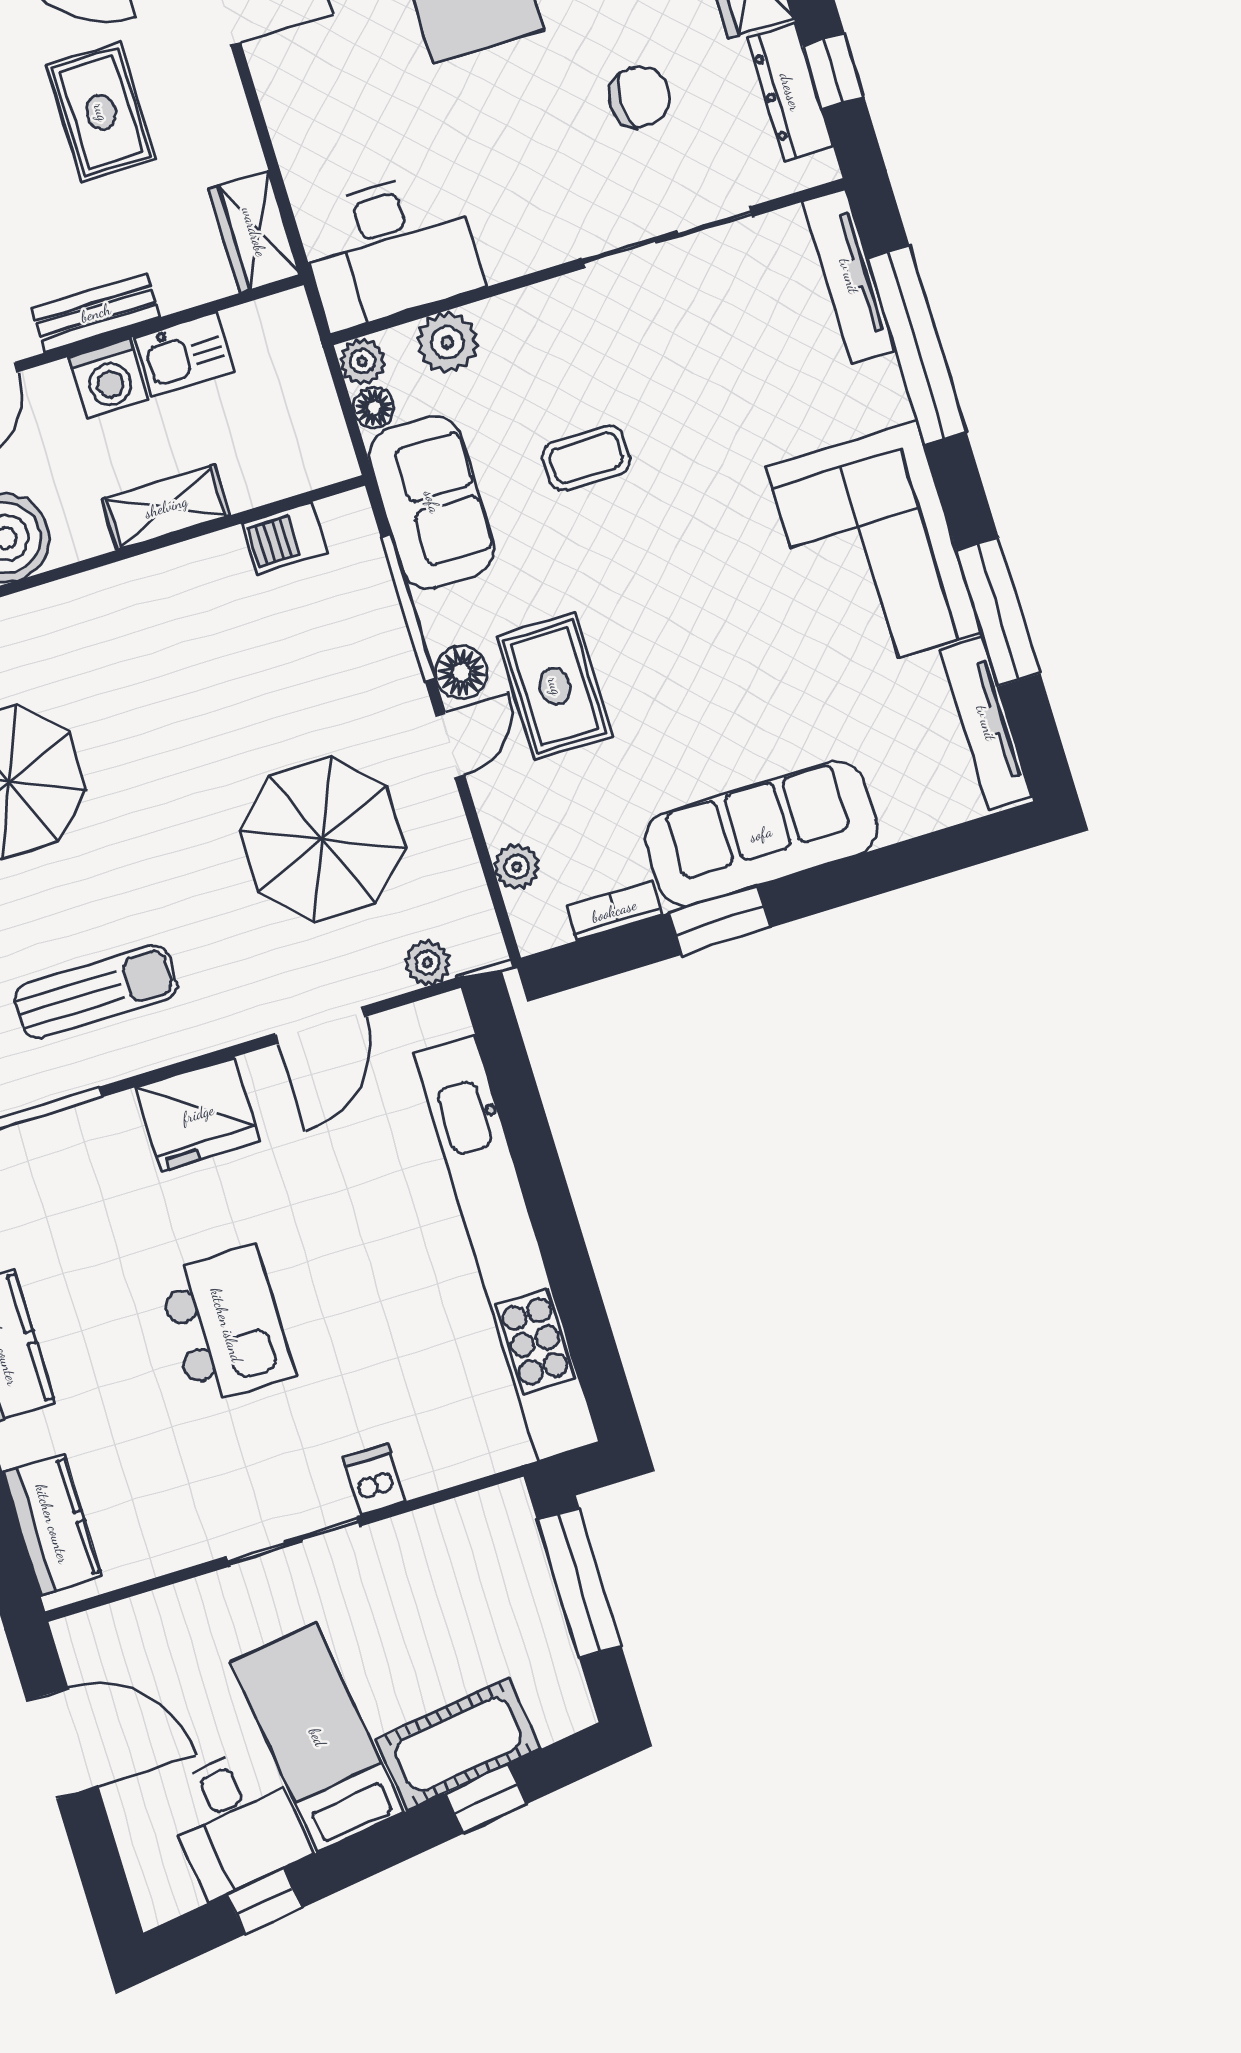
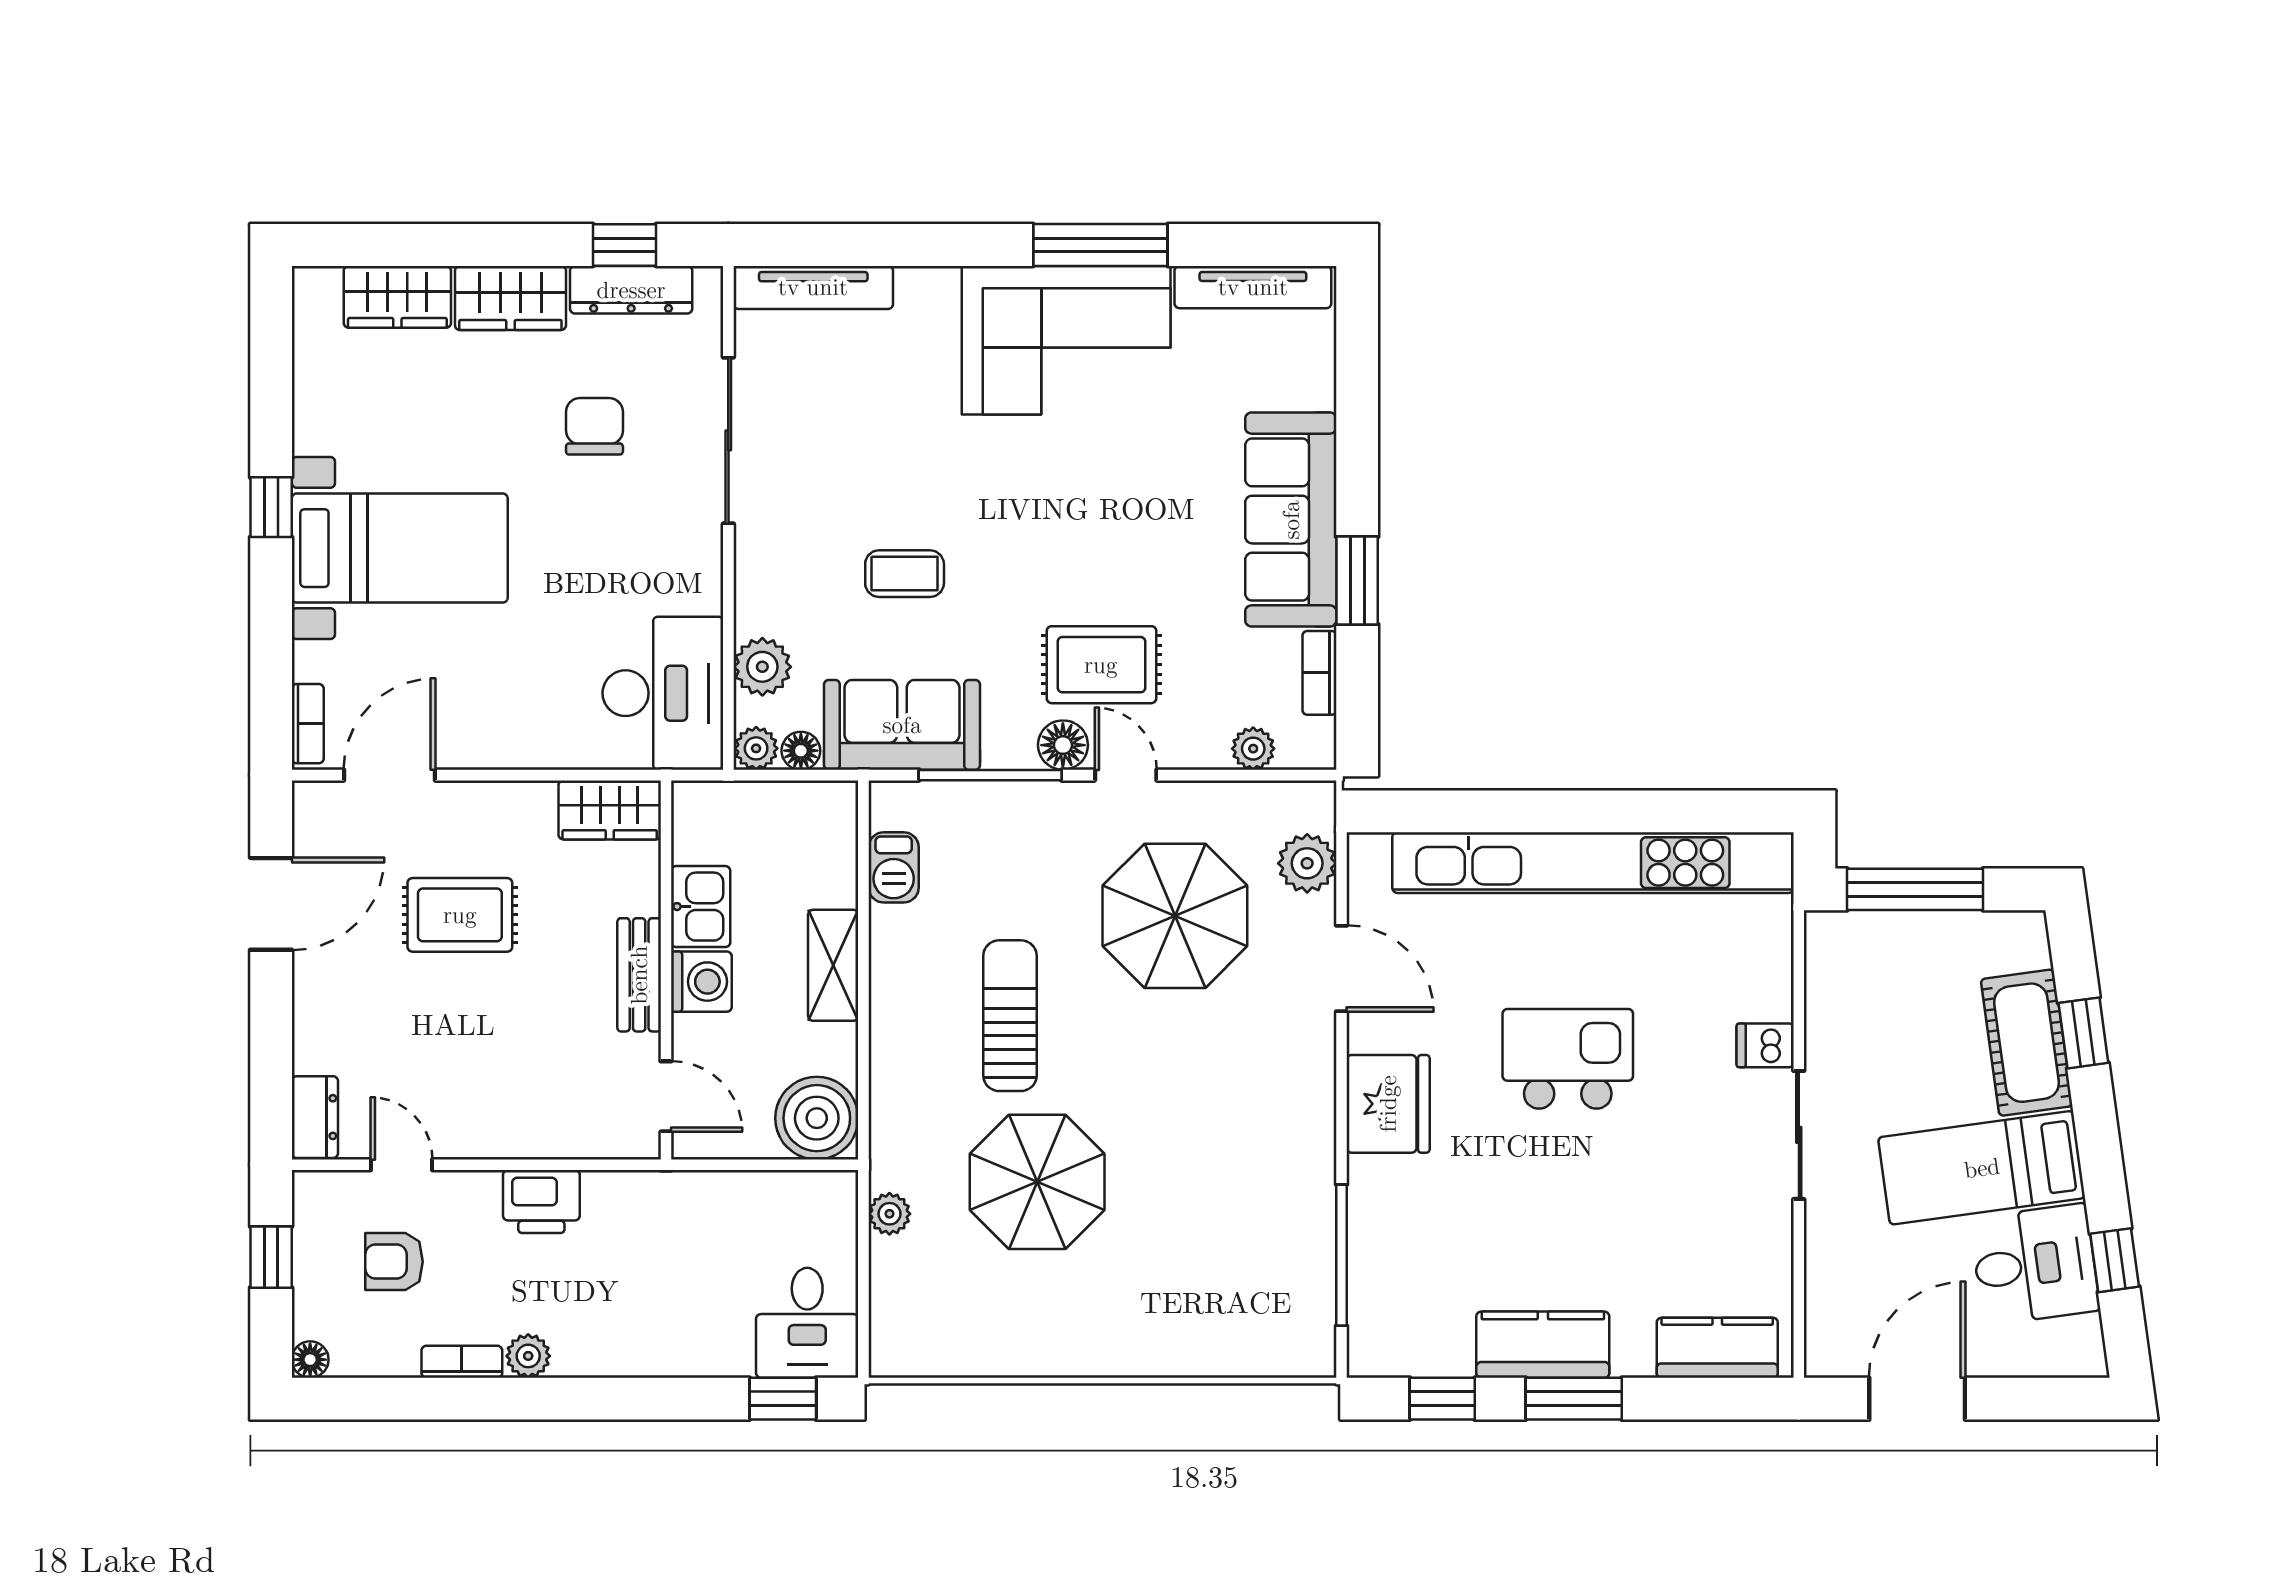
window: (917, 345) -> (894, 245), removed
coffee table: (586, 458) -> (905, 574), turned 90
window: (998, 612) -> (1100, 245), moved
plant: (427, 963) -> (1307, 863), width x1.38, depth x1.38
sun lounger: (96, 992) -> (1010, 1016), moved
kitchen island: (226, 1325) -> (1568, 1059), moved

